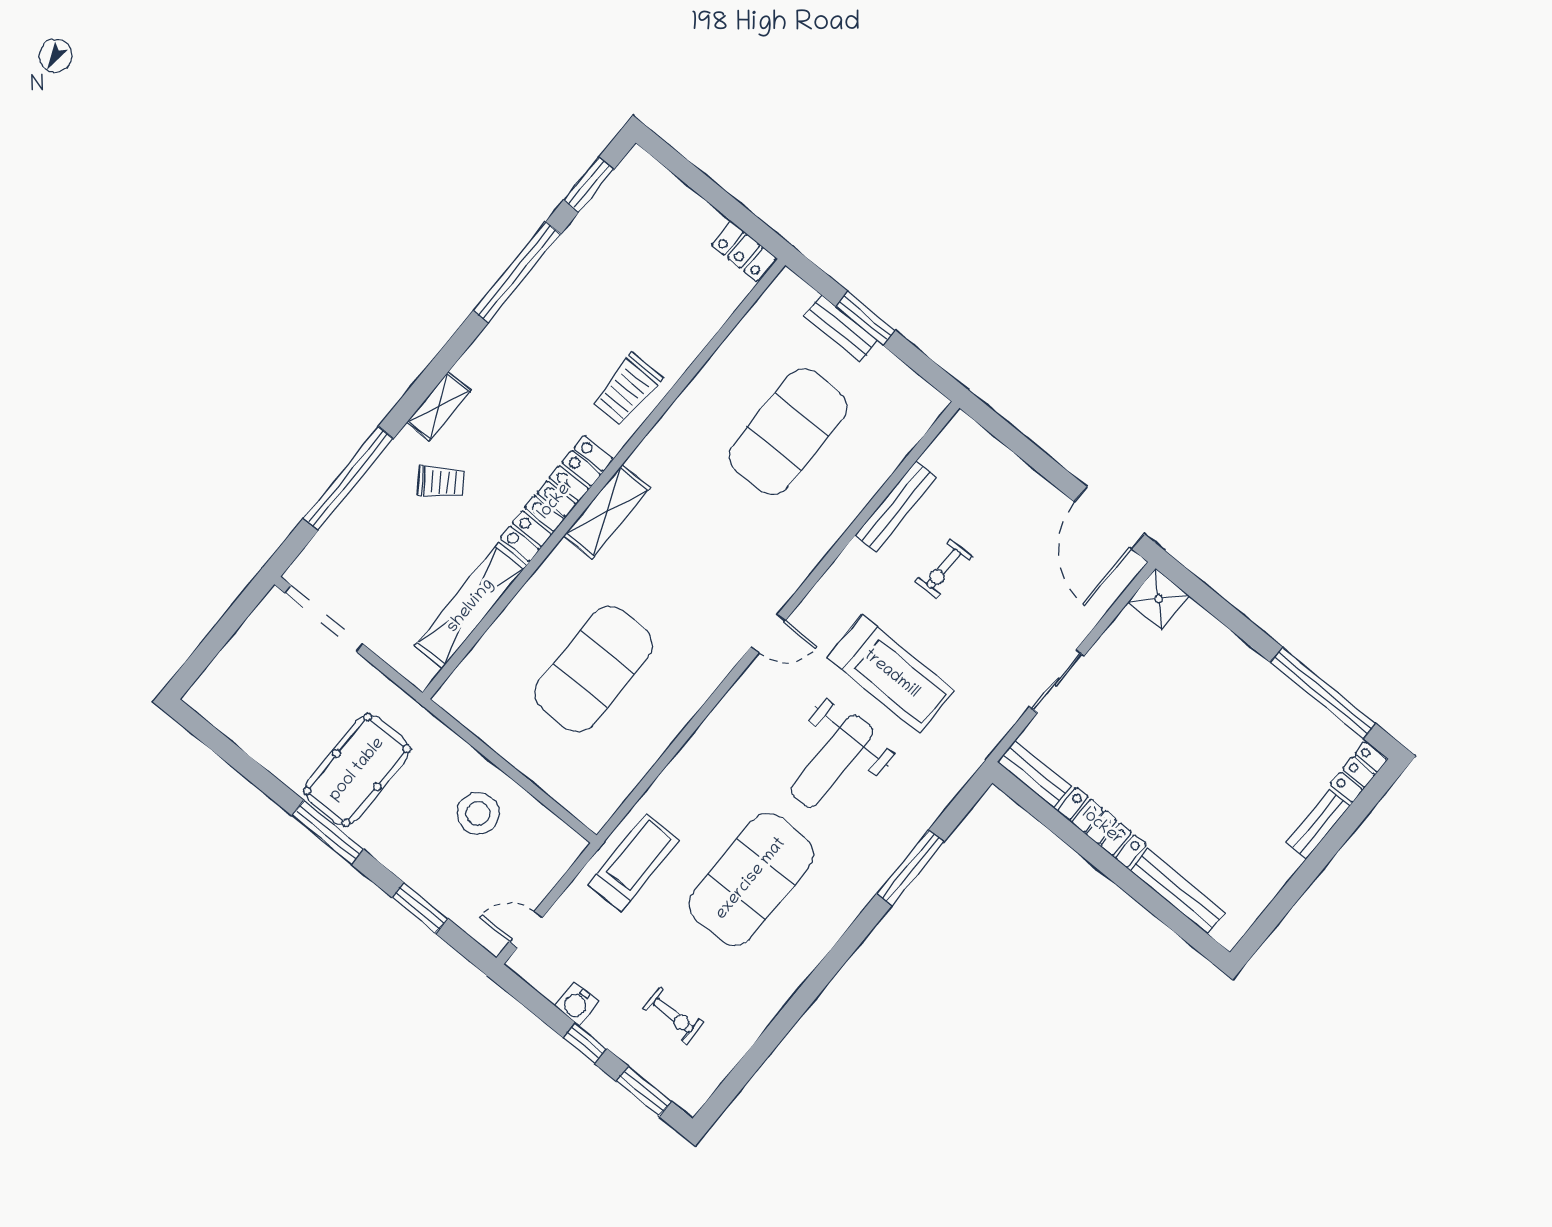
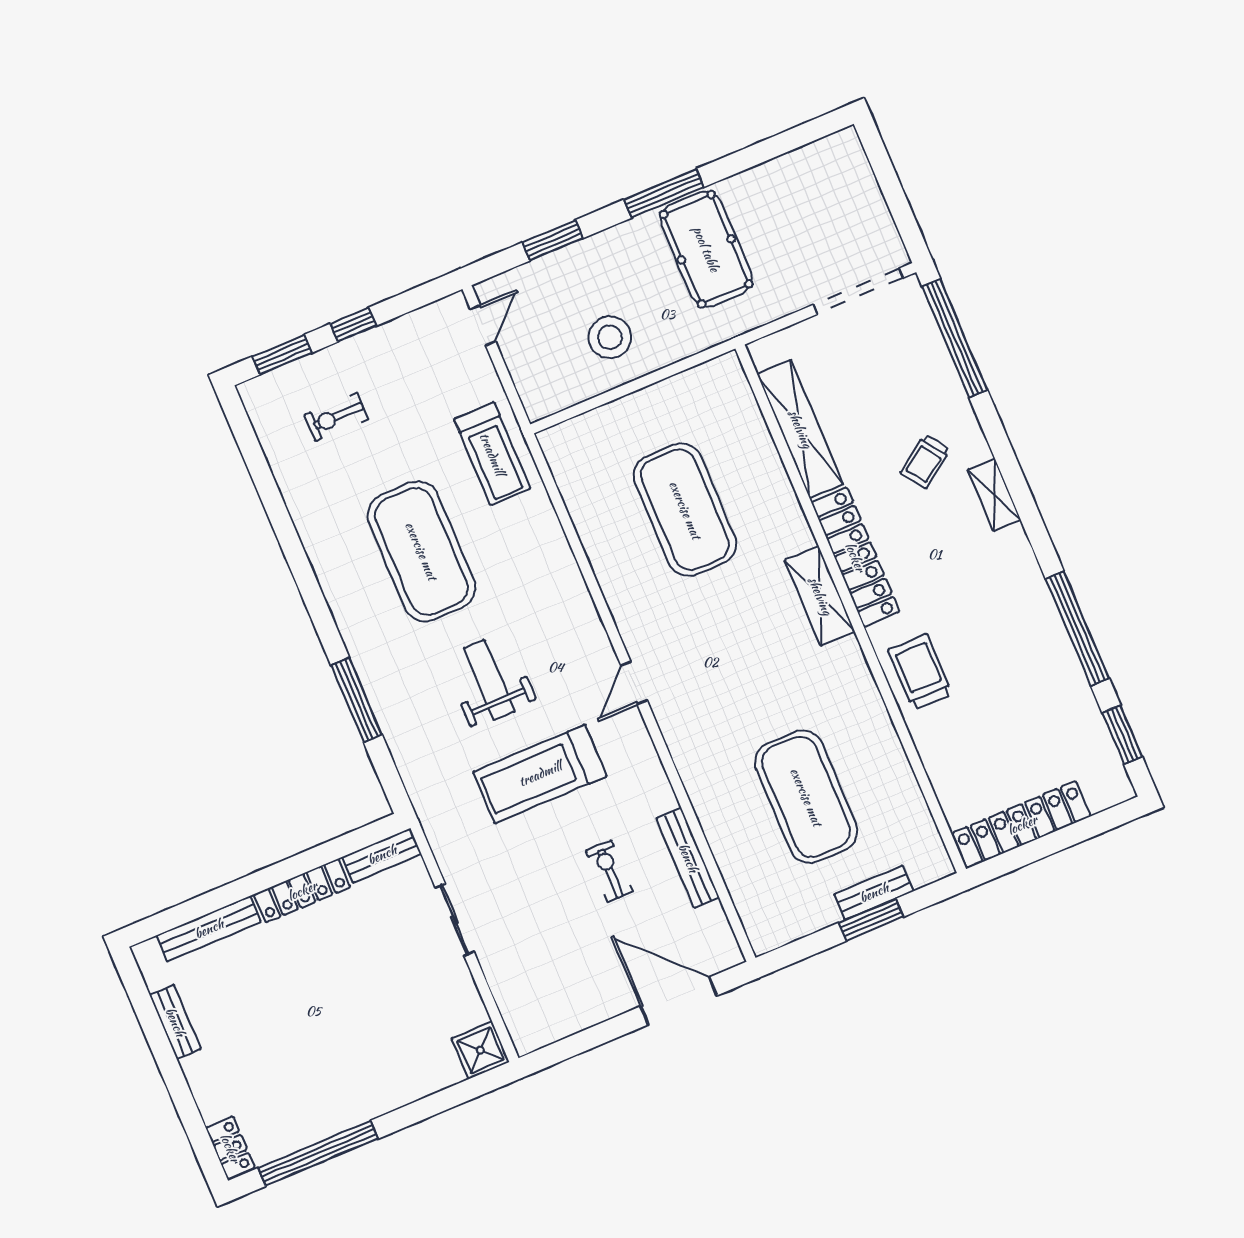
locker: (744, 251) -> (1022, 825), width x2.16, depth x1.21
window: (348, 478) -> (955, 338), moved
door: (1109, 518) -> (679, 1001), moved
weight bench: (832, 761) -> (489, 680), width x0.73, depth x0.75
bench: (1318, 824) -> (175, 1022), moved
water cooler: (577, 1004) -> (392, 336), removed

